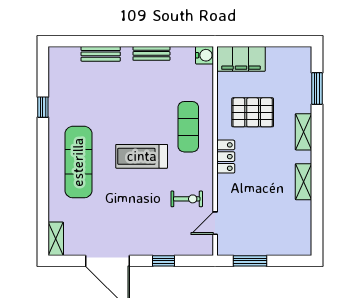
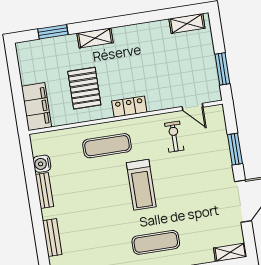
water cooler: (205, 55) -> (42, 164), moved, turned -90
exercise mat: (78, 162) -> (156, 242), width x0.73, depth x0.69
shelving: (304, 182) -> (187, 24), moved
window: (164, 261) -> (235, 149), width x1.50

